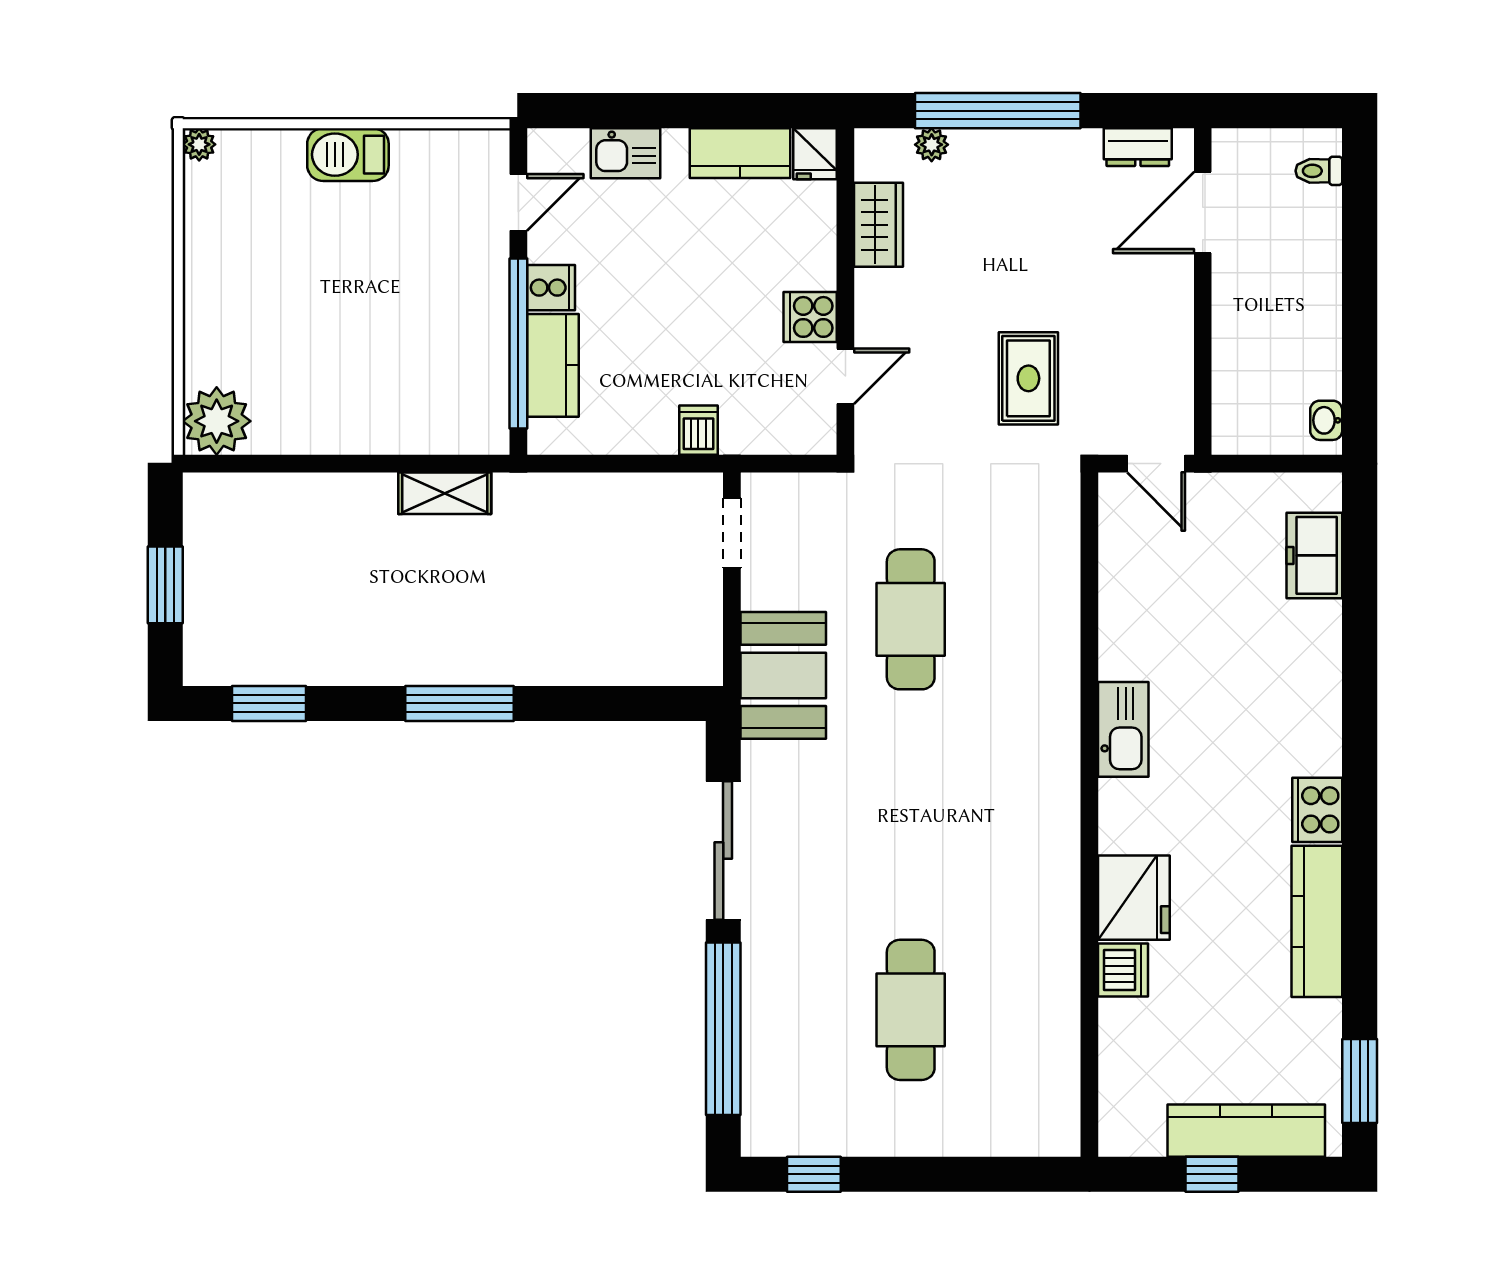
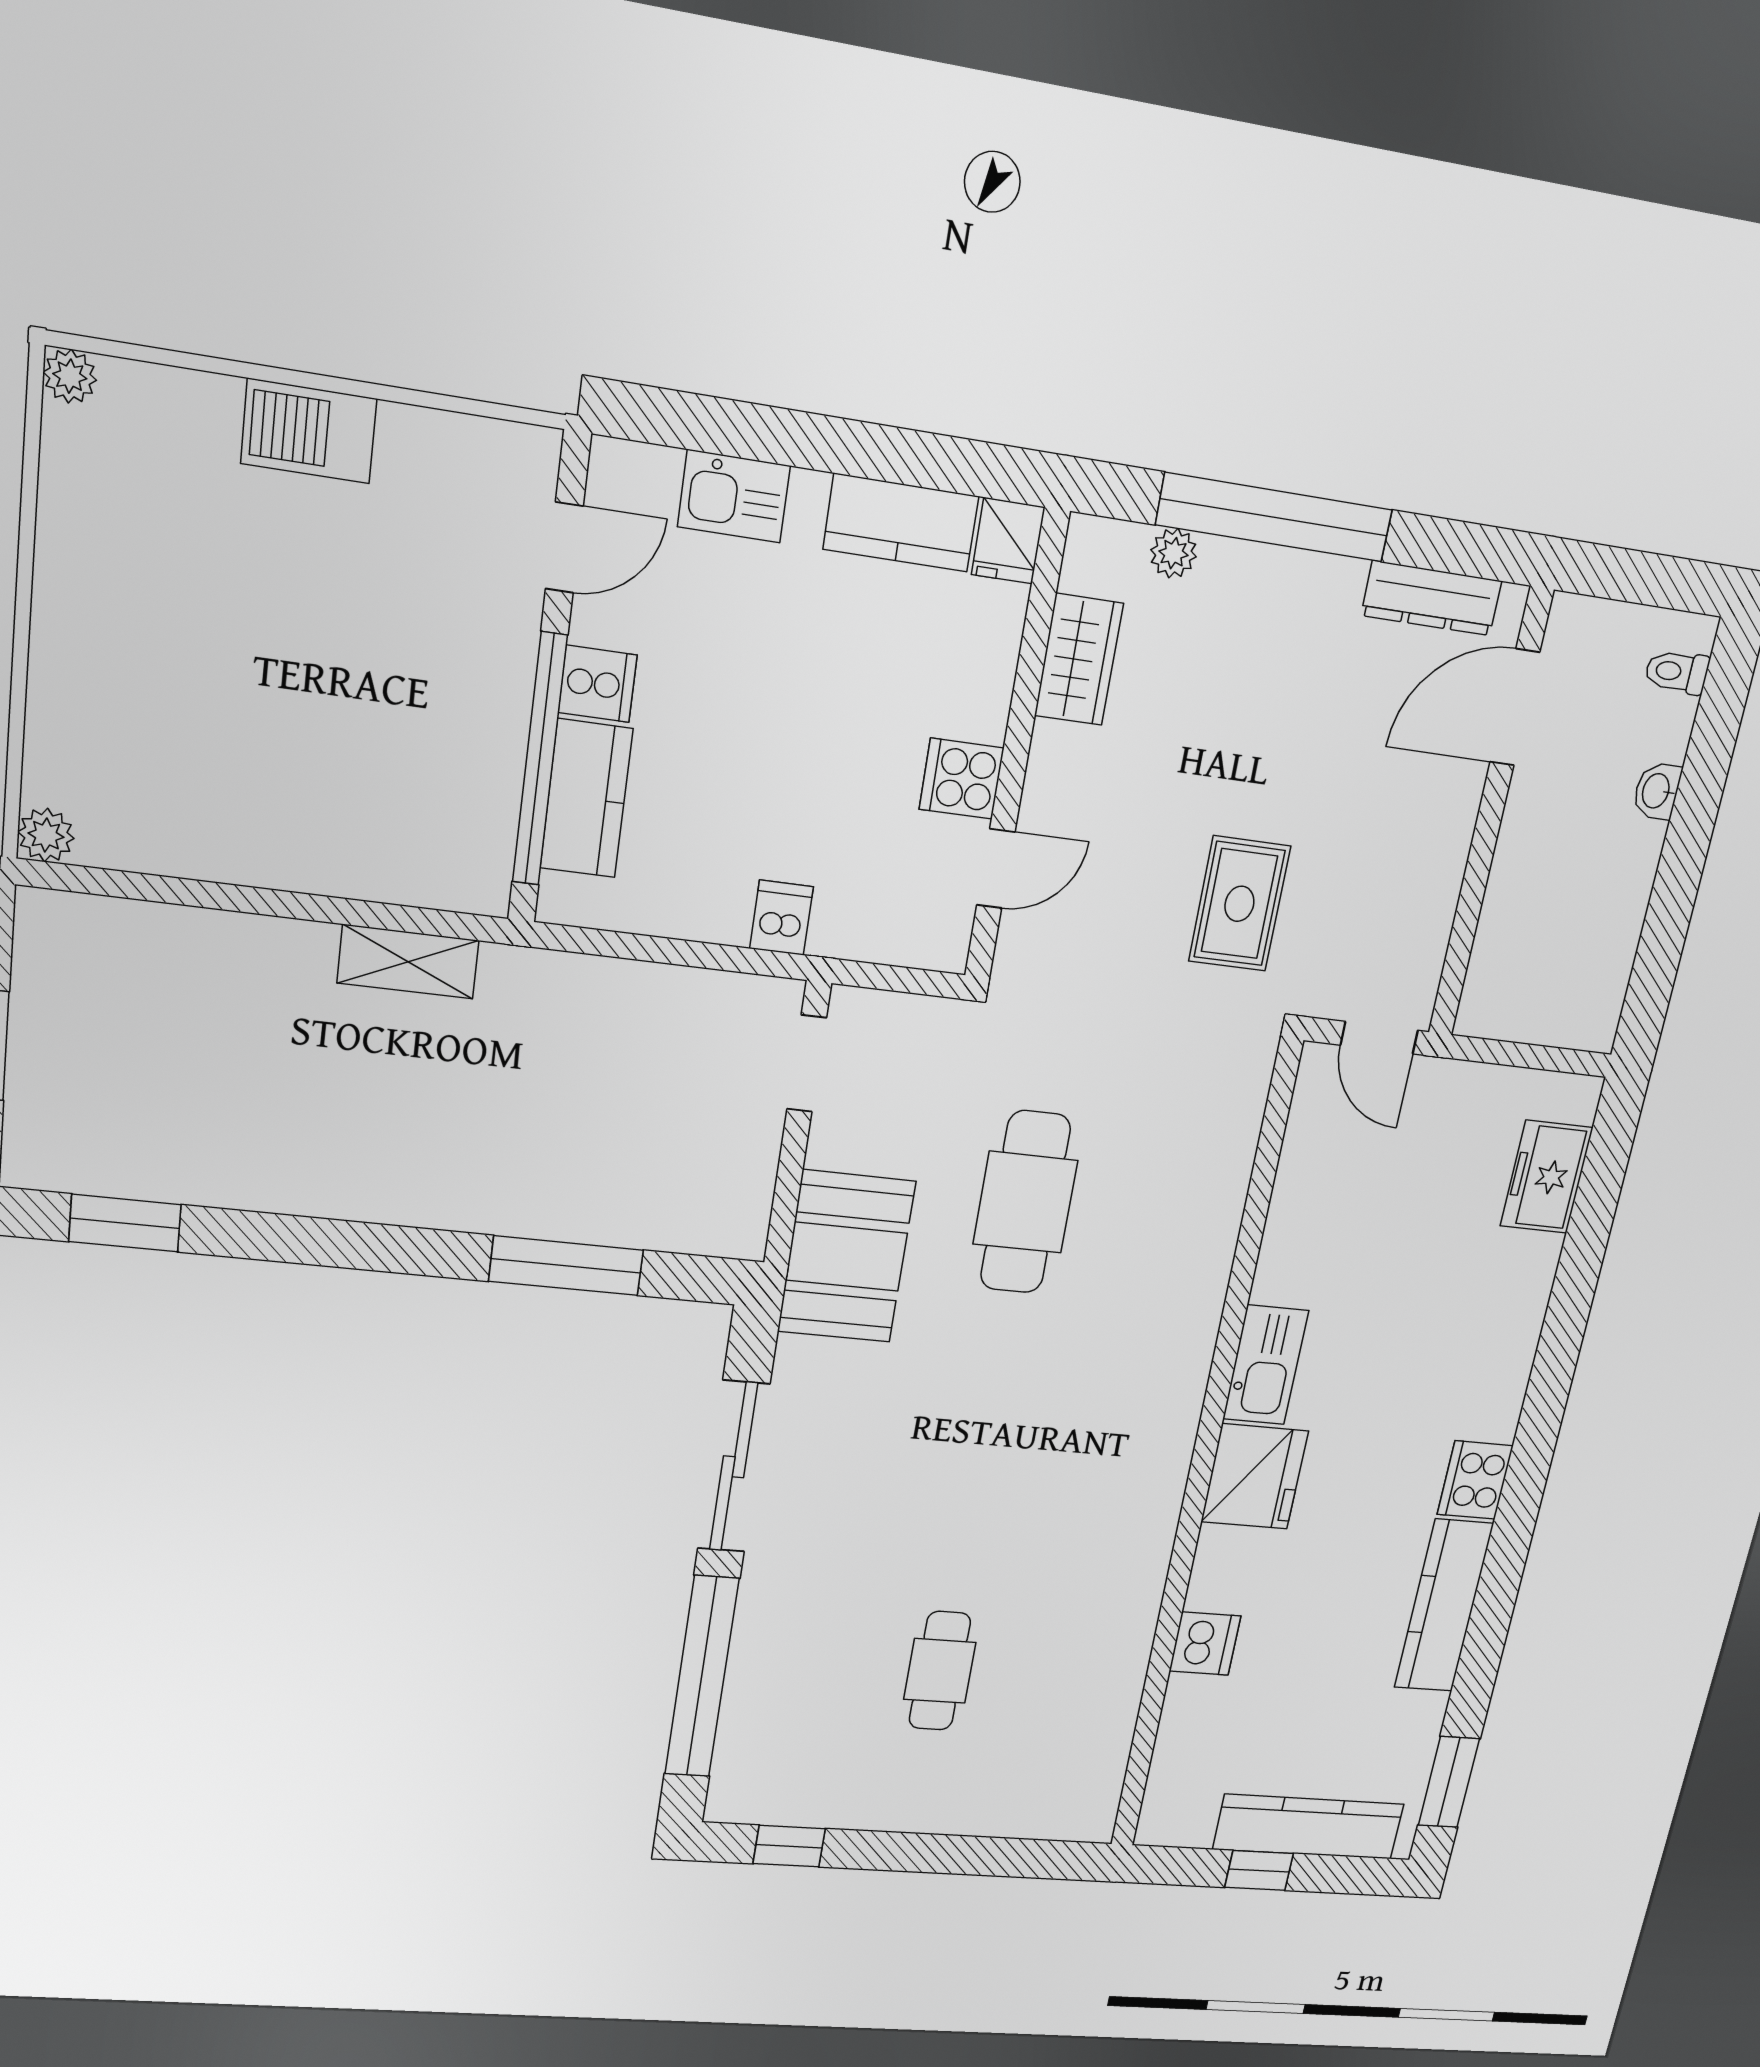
dresser: (1138, 147) -> (1431, 598), width x1.44
washbasin: (1326, 420) -> (1657, 791), moved
plant: (217, 421) -> (46, 835), width x0.53, depth x0.53
window: (460, 703) -> (566, 1266), moved
fridge: (1134, 898) -> (1255, 1476), moved
cafe table: (911, 1010) -> (940, 1671), width x0.73, depth x0.74

